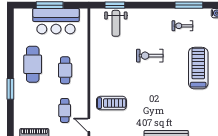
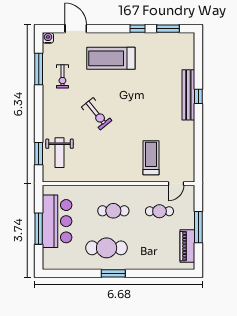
weight bench: (116, 23) -> (60, 153), turned 90
exercise bike: (150, 56) -> (97, 114), turned -39
window: (10, 89) -> (113, 273), moved

